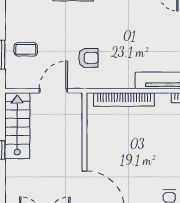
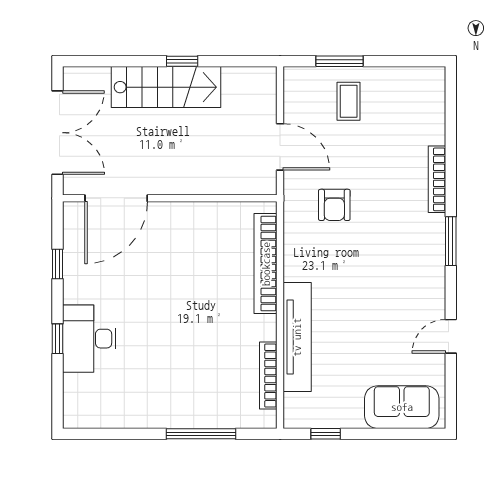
stairs: (17, 126) -> (166, 87), moved

